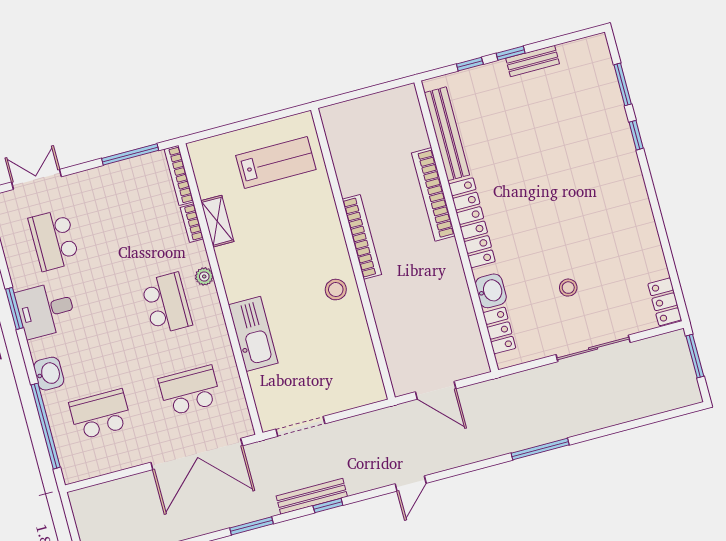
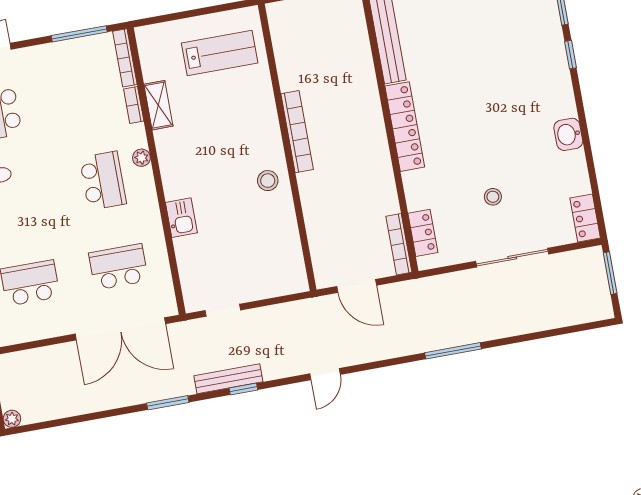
bookcase: (433, 194) -> (399, 244), moved, width x0.68, depth x0.76
washbasin: (491, 291) -> (568, 134), moved, turned 180
kitchen sink: (253, 334) -> (181, 218), width x0.53, depth x0.81
doorway: (300, 426) -> (223, 310), width x0.73

